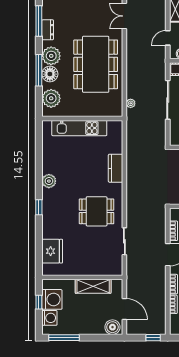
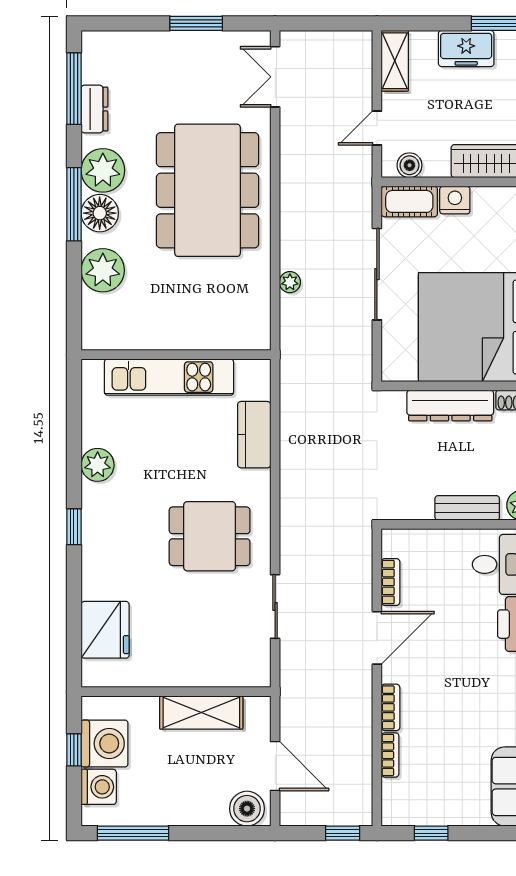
wall: (82, 119) -> (176, 355), moved
kitchen unit: (79, 128) -> (169, 377), moved

